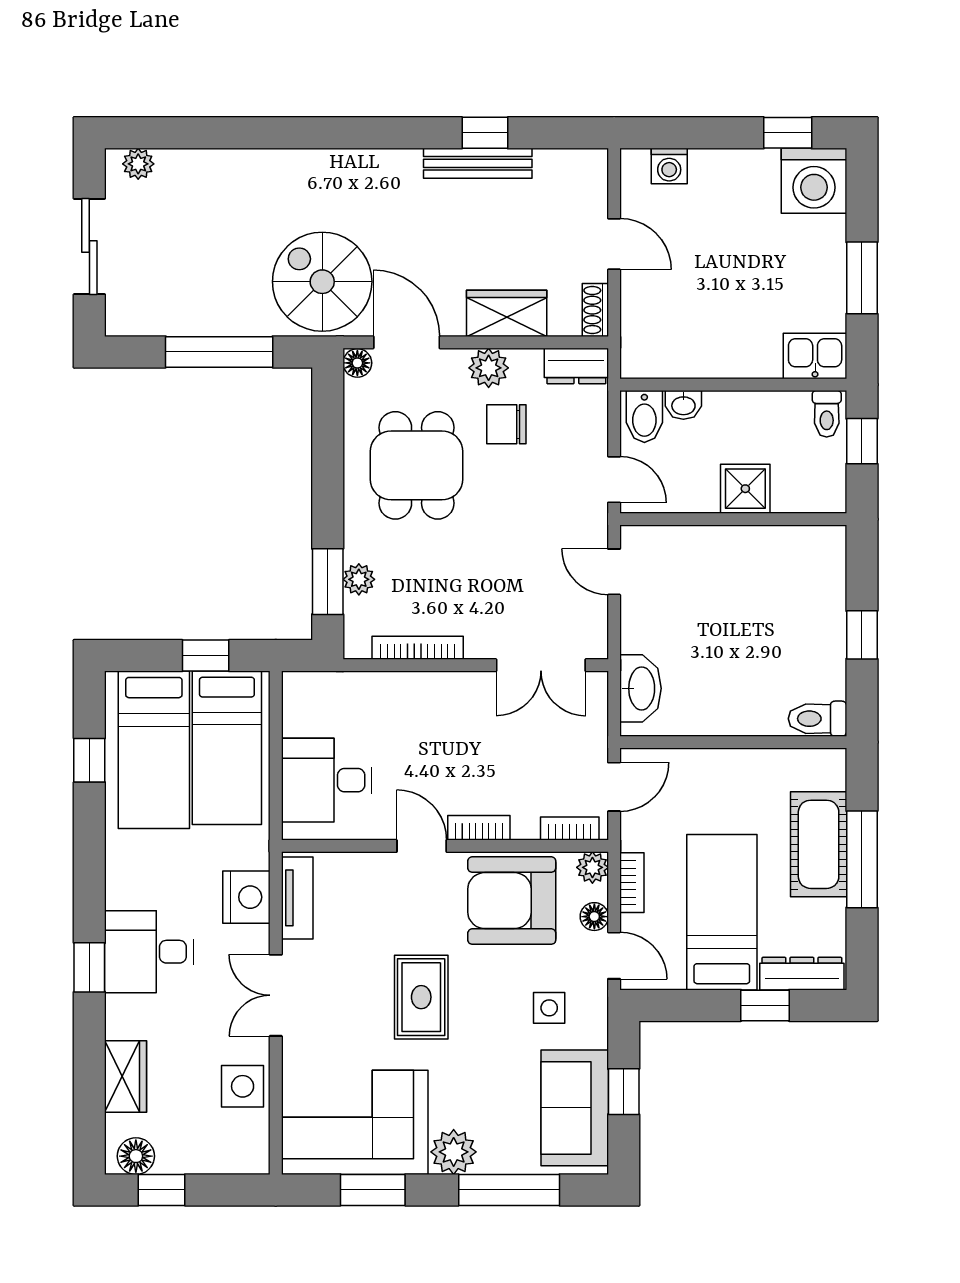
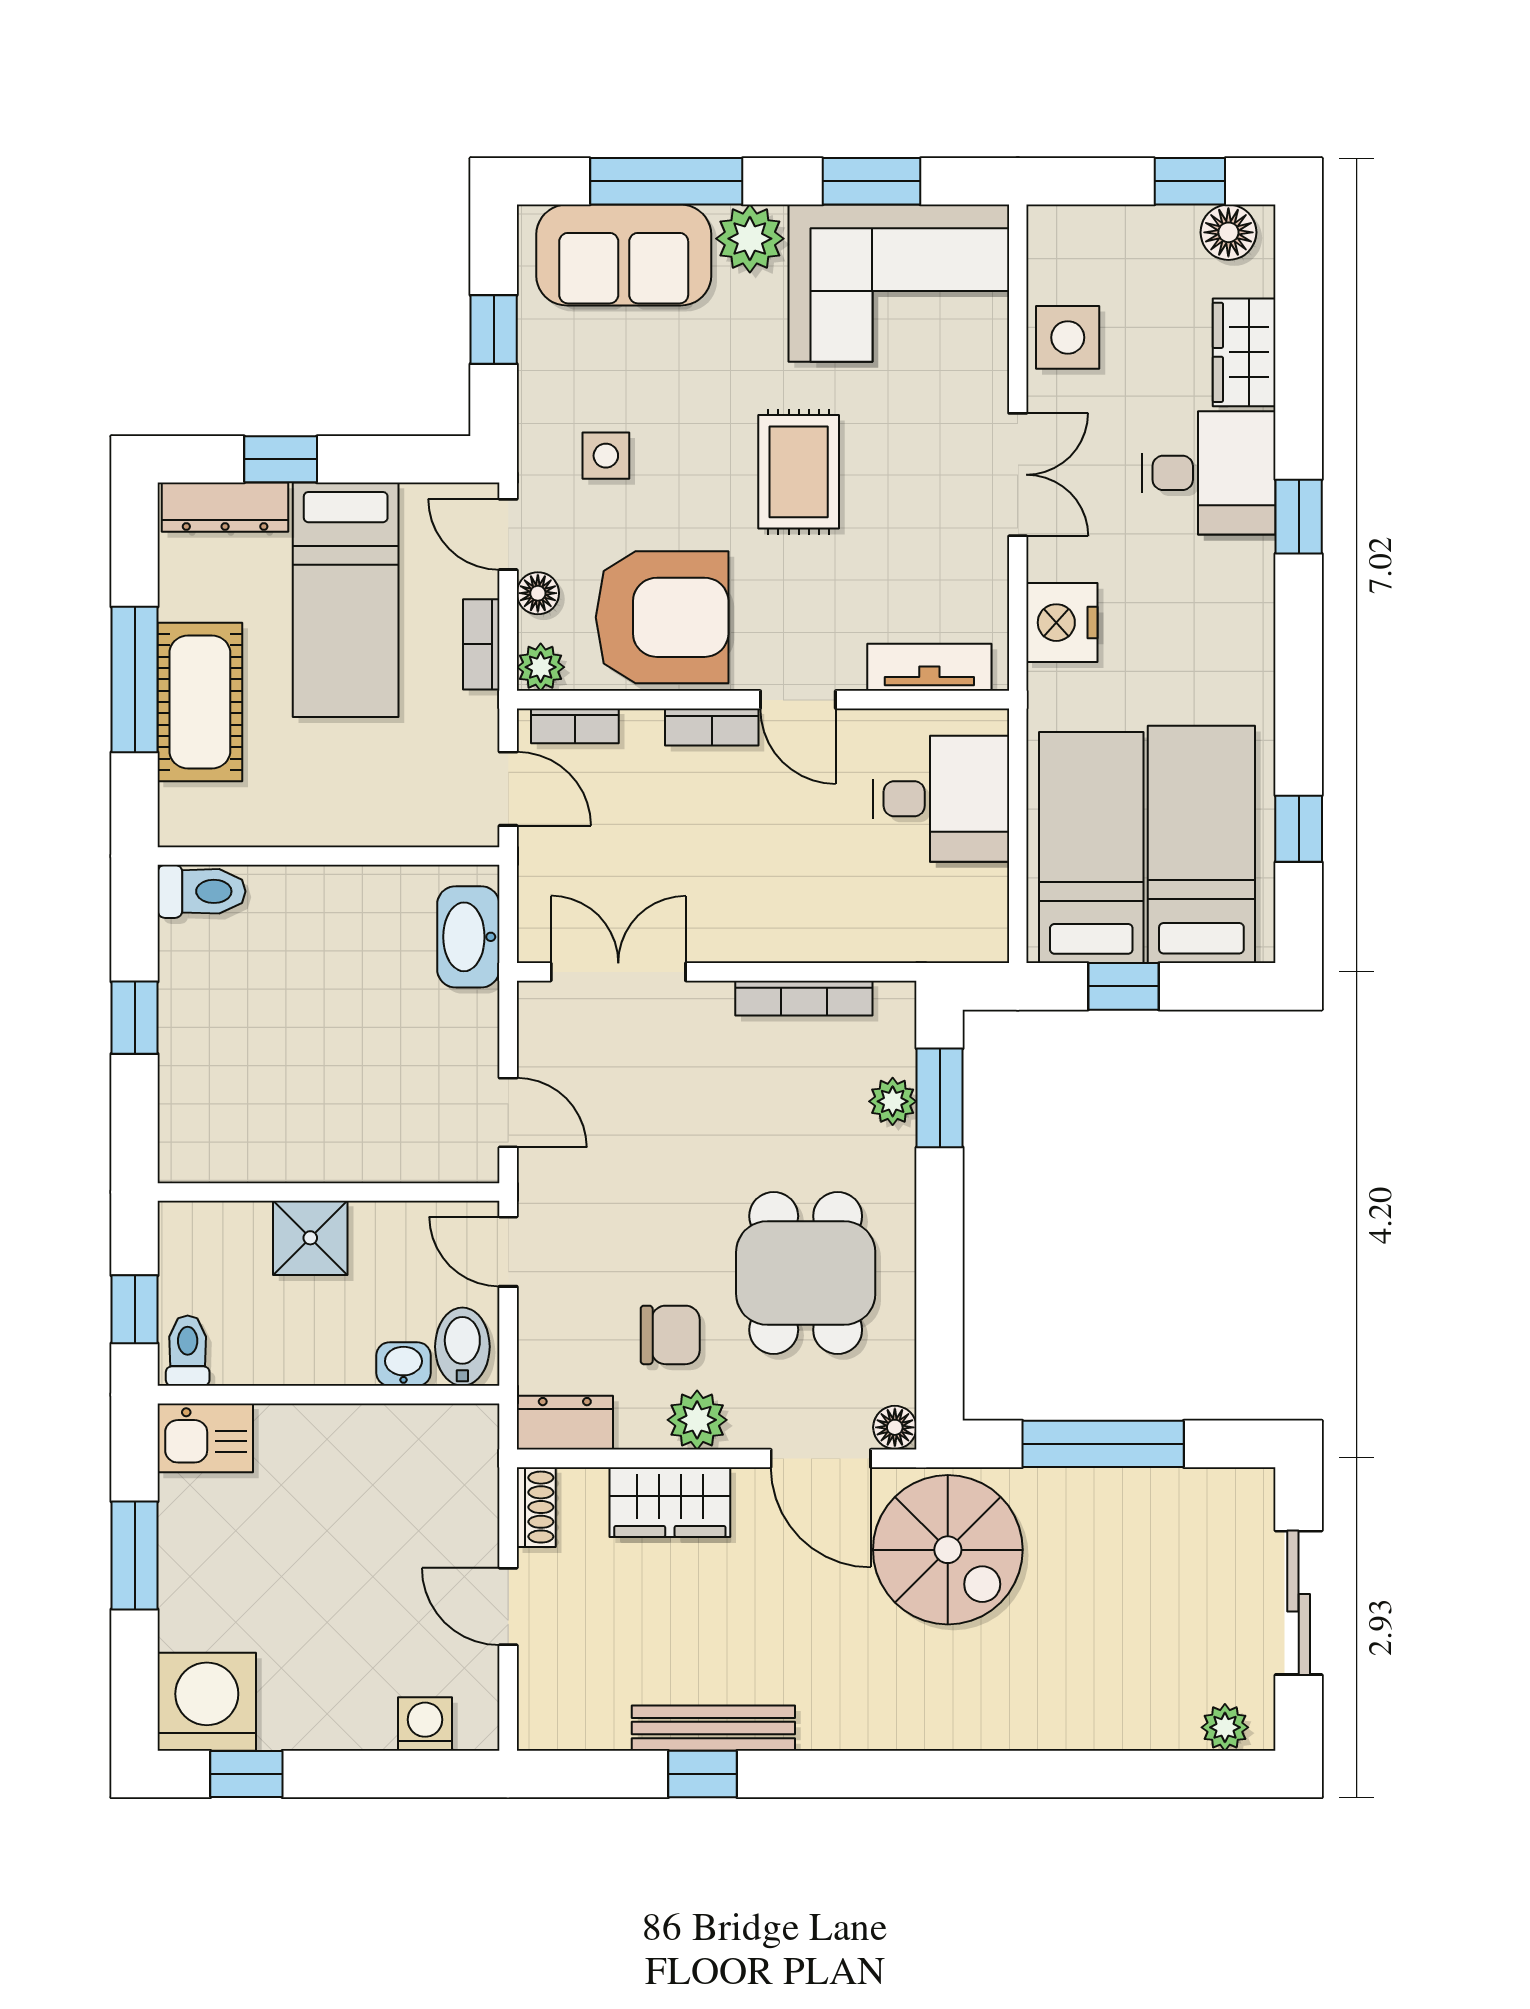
door: (614, 787) -> (508, 789), swing flipped
tv unit: (297, 898) -> (929, 667), moved, turned 90
desk: (149, 952) -> (1209, 473), moved
sofa: (575, 1108) -> (624, 255), moved, turned 90

